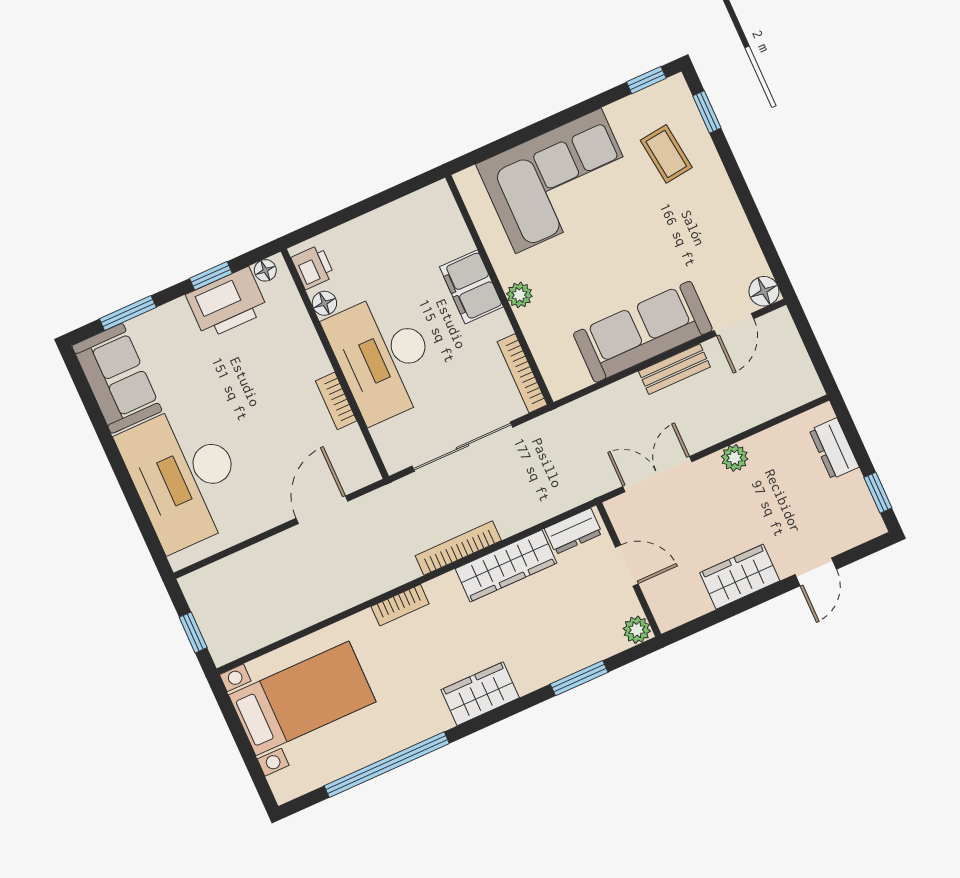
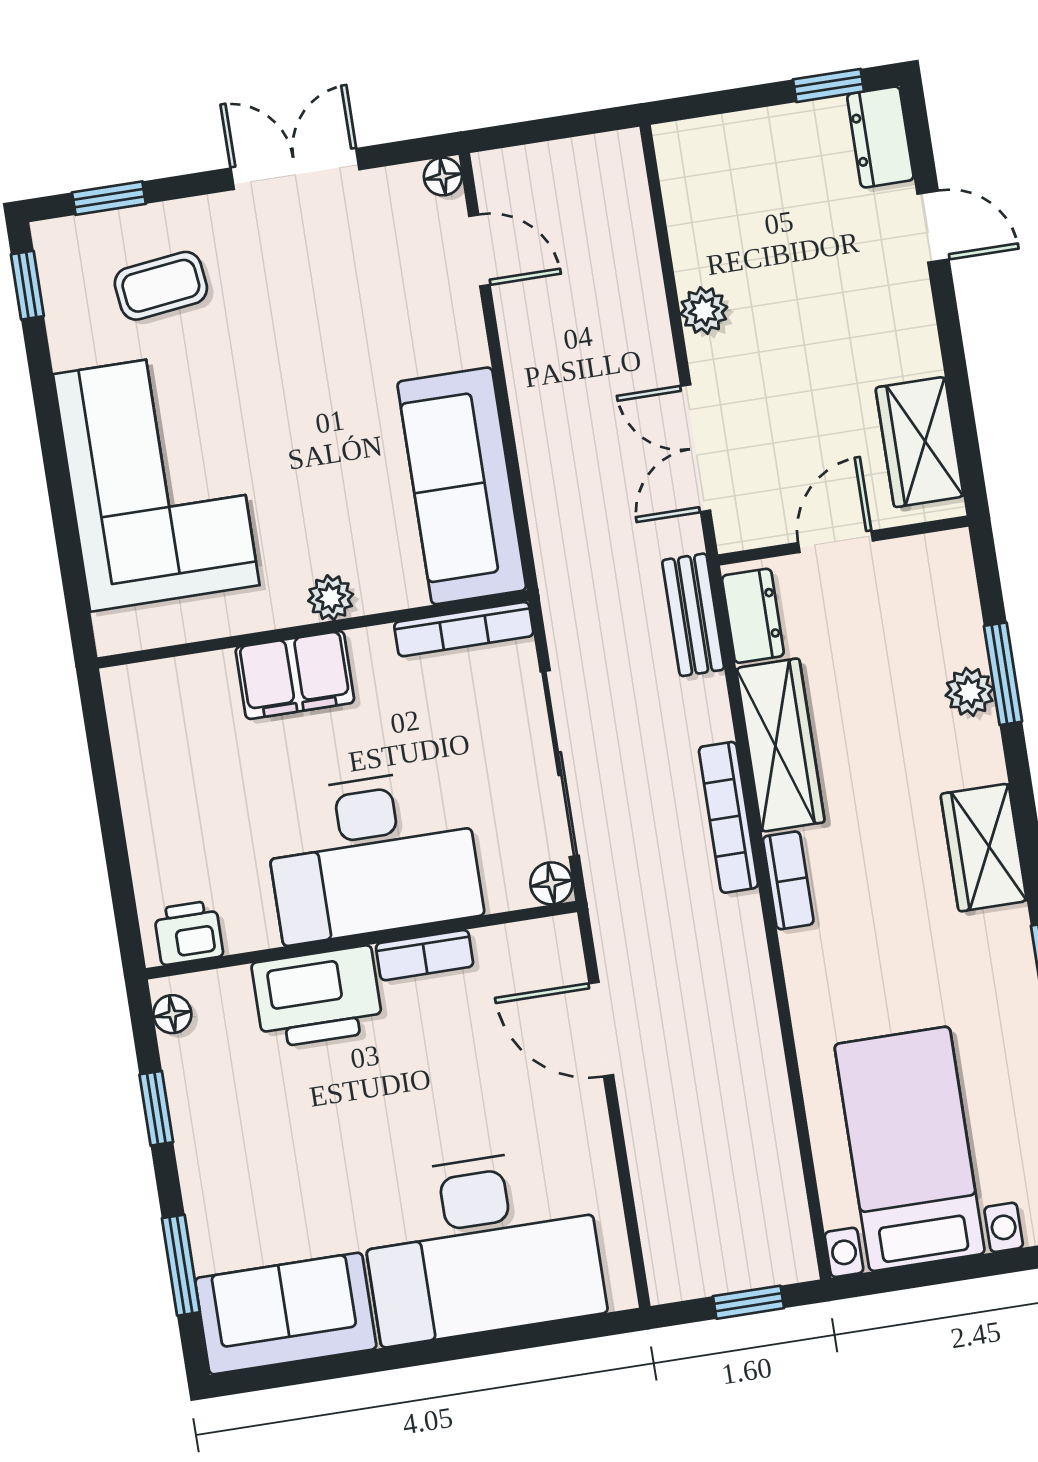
double door: (751, 210) -> (295, 169), added
floor lamp: (764, 291) -> (443, 176), width x0.73, depth x0.73
printer: (227, 303) -> (318, 997), moved, turned 90
floor lamp: (324, 303) -> (551, 883), moved
sofa: (643, 332) -> (462, 486), moved
bench: (674, 369) -> (693, 615), moved
dresser: (834, 449) -> (880, 137), moved, turned 90
wardrobe: (740, 577) -> (920, 442), moved
bookcase: (400, 605) -> (788, 880), moved
plant: (637, 630) -> (970, 692), moved

